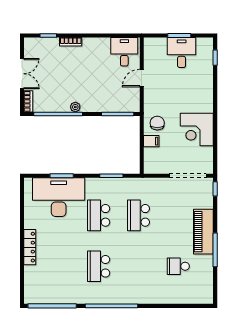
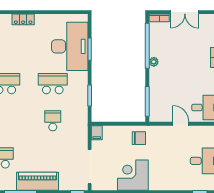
filing cabinet: (151, 141) -> (97, 133), moved
school desk: (138, 215) -> (53, 121), width x0.54
locker: (30, 247) -> (23, 19), width x0.66

